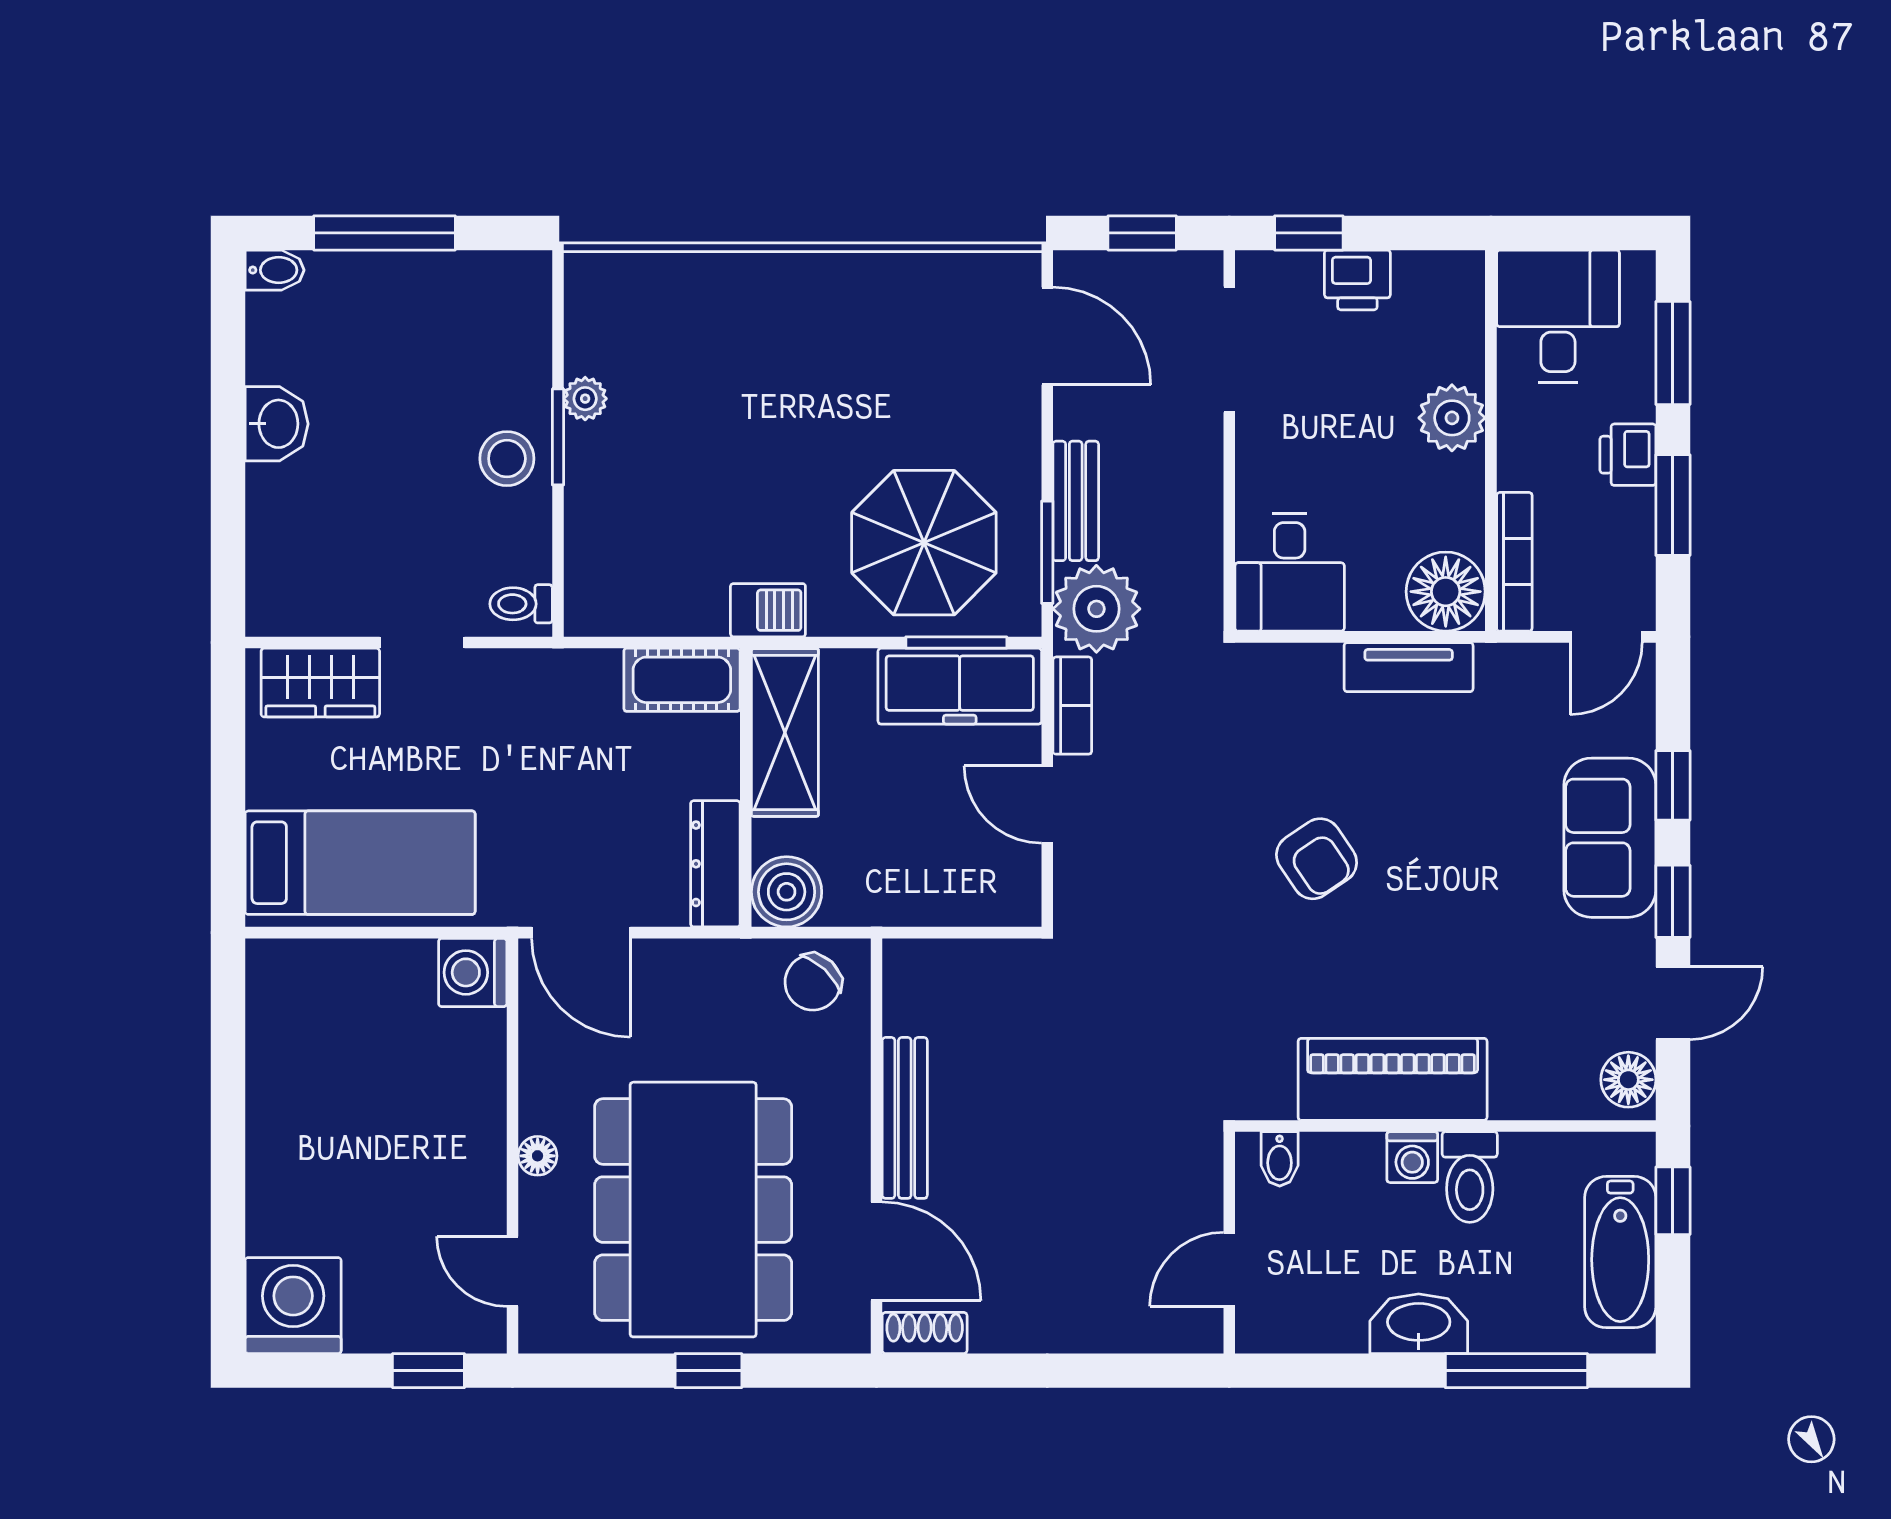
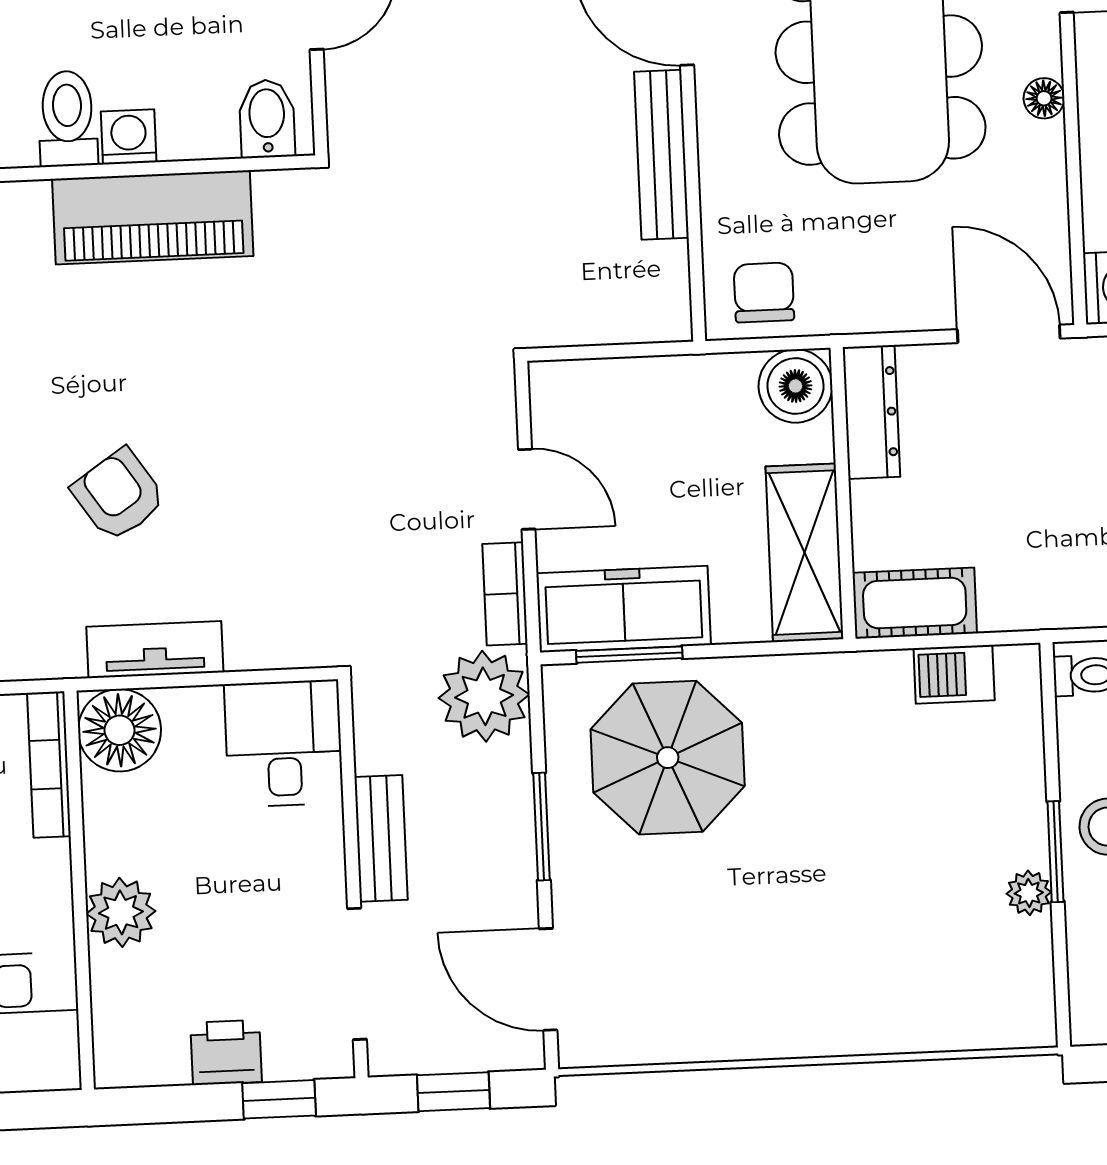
bench: (1076, 501) -> (381, 838), moved
window: (1047, 552) -> (541, 827), moved
barbecue: (768, 610) -> (954, 674), moved
armchair: (1317, 859) -> (119, 495), moved
chair: (813, 982) -> (764, 292), turned -43
bidet: (1280, 1159) -> (267, 119), width x1.38, depth x1.36

